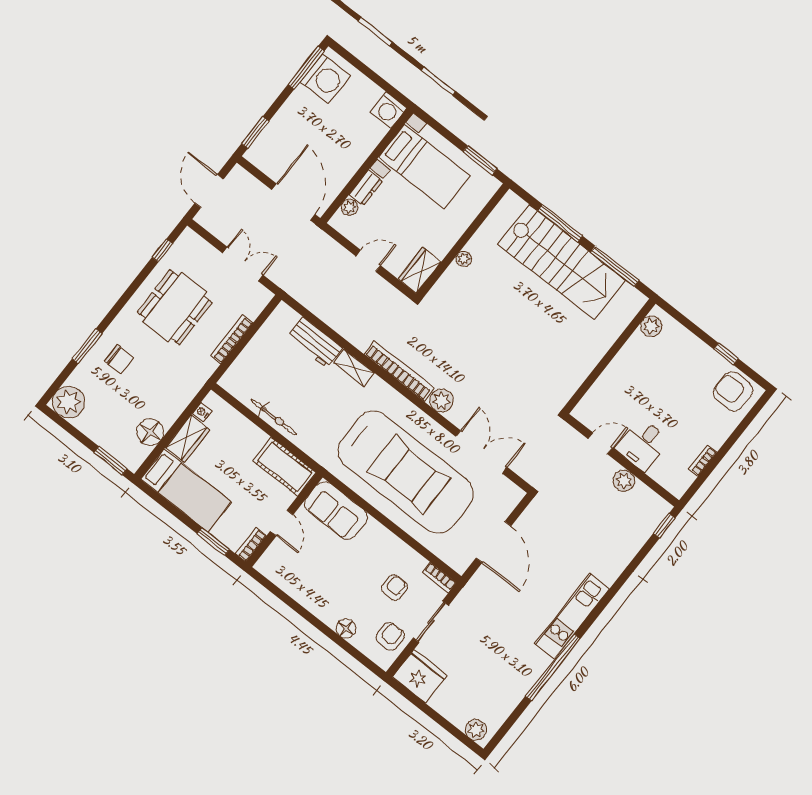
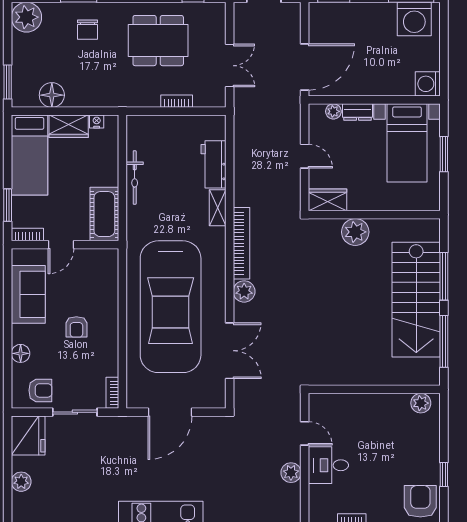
window: (480, 160) -> (444, 154), moved
plant: (464, 259) -> (355, 232), width x1.88, depth x1.88
bookcase: (232, 339) -> (177, 101), width x0.64
sofa: (336, 511) -> (28, 294), moved, turned 180
armchair: (394, 588) -> (76, 327), moved, turned 90
plant: (476, 730) -> (21, 482), moved

